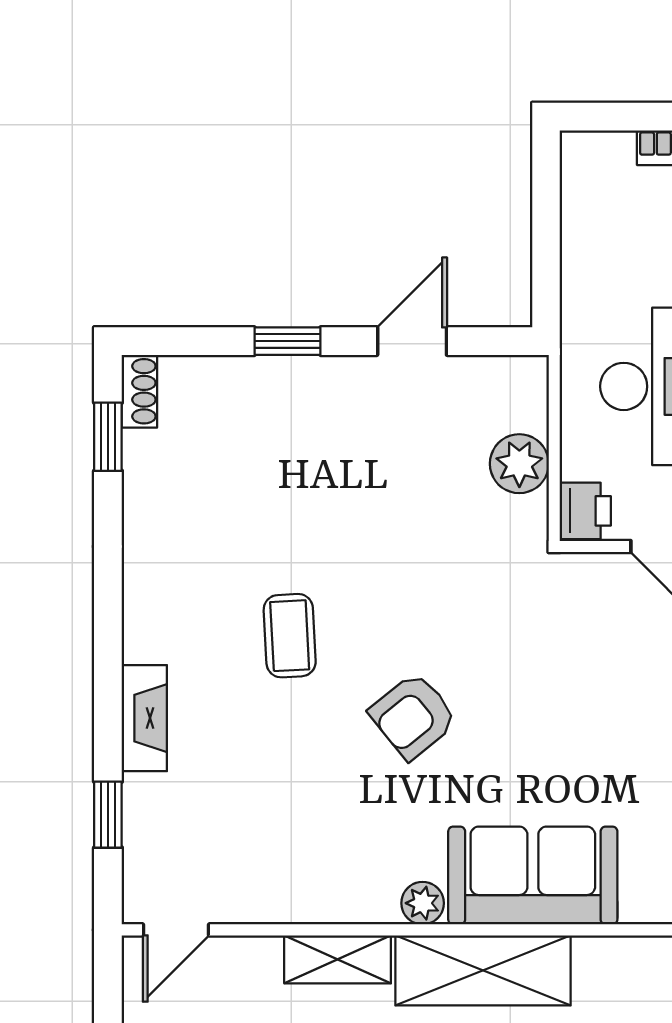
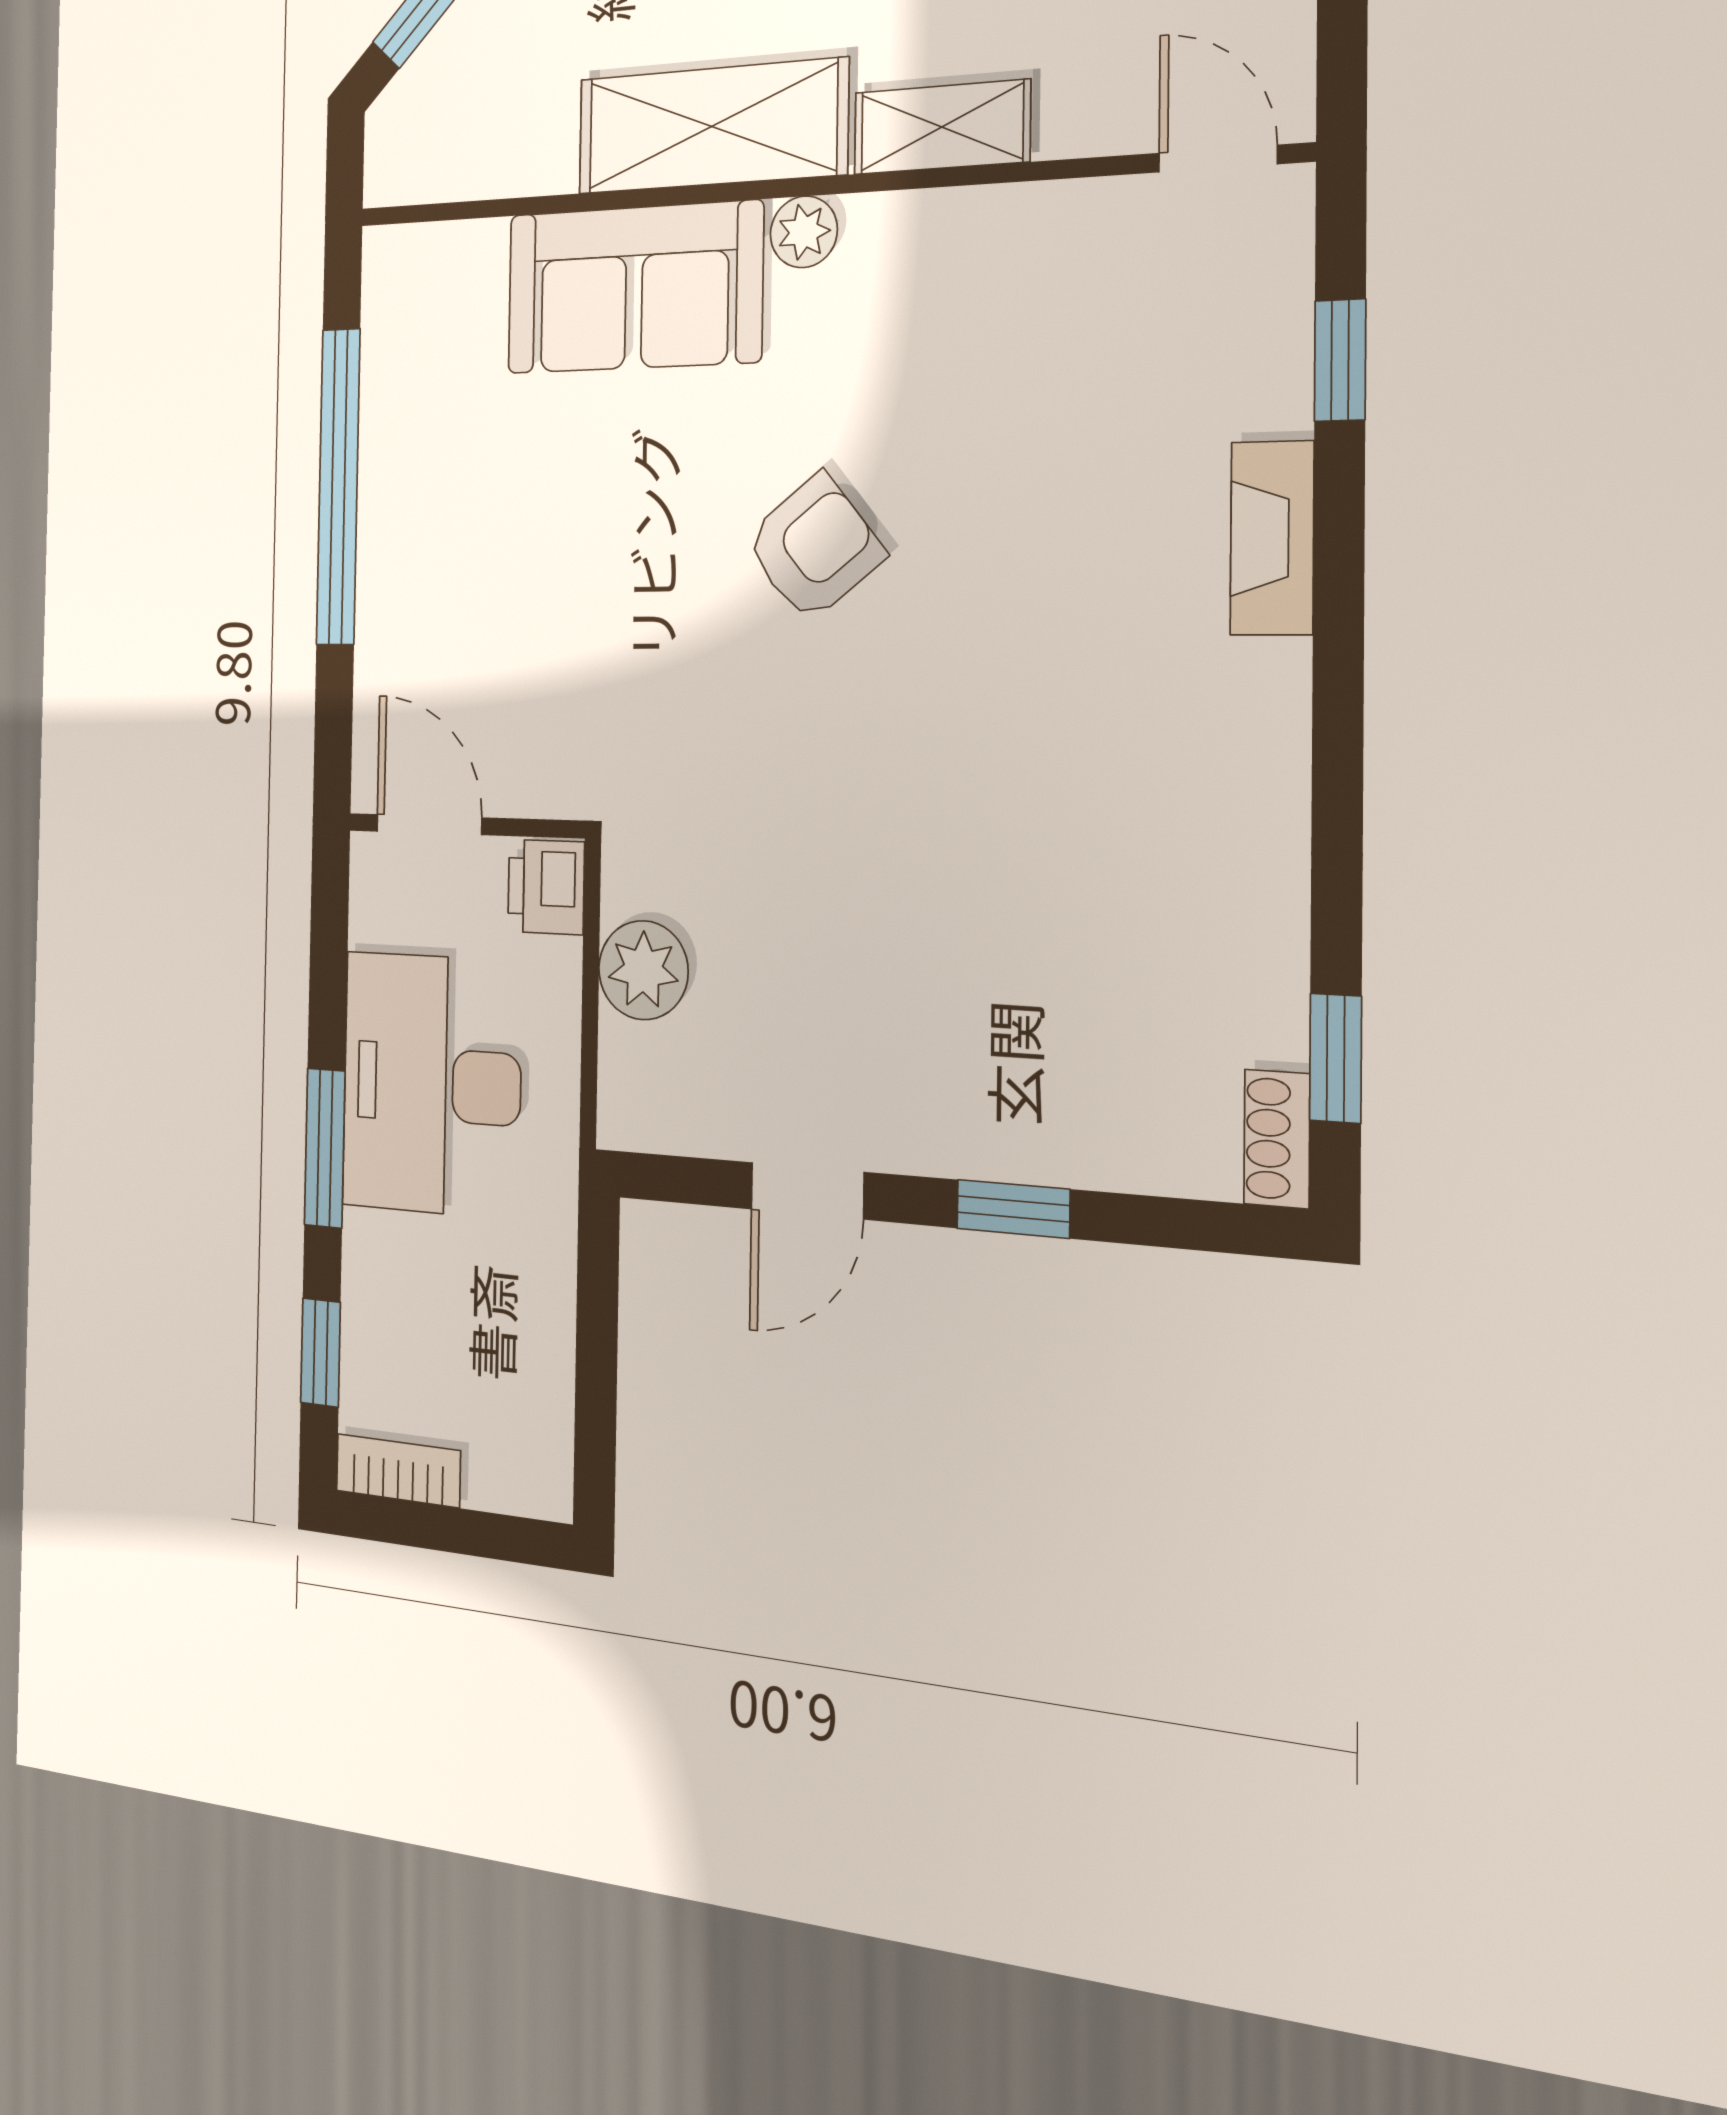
coffee table: (290, 636) -> (1015, 686), removed
door: (176, 930) -> (1218, 159), hinge flipped

